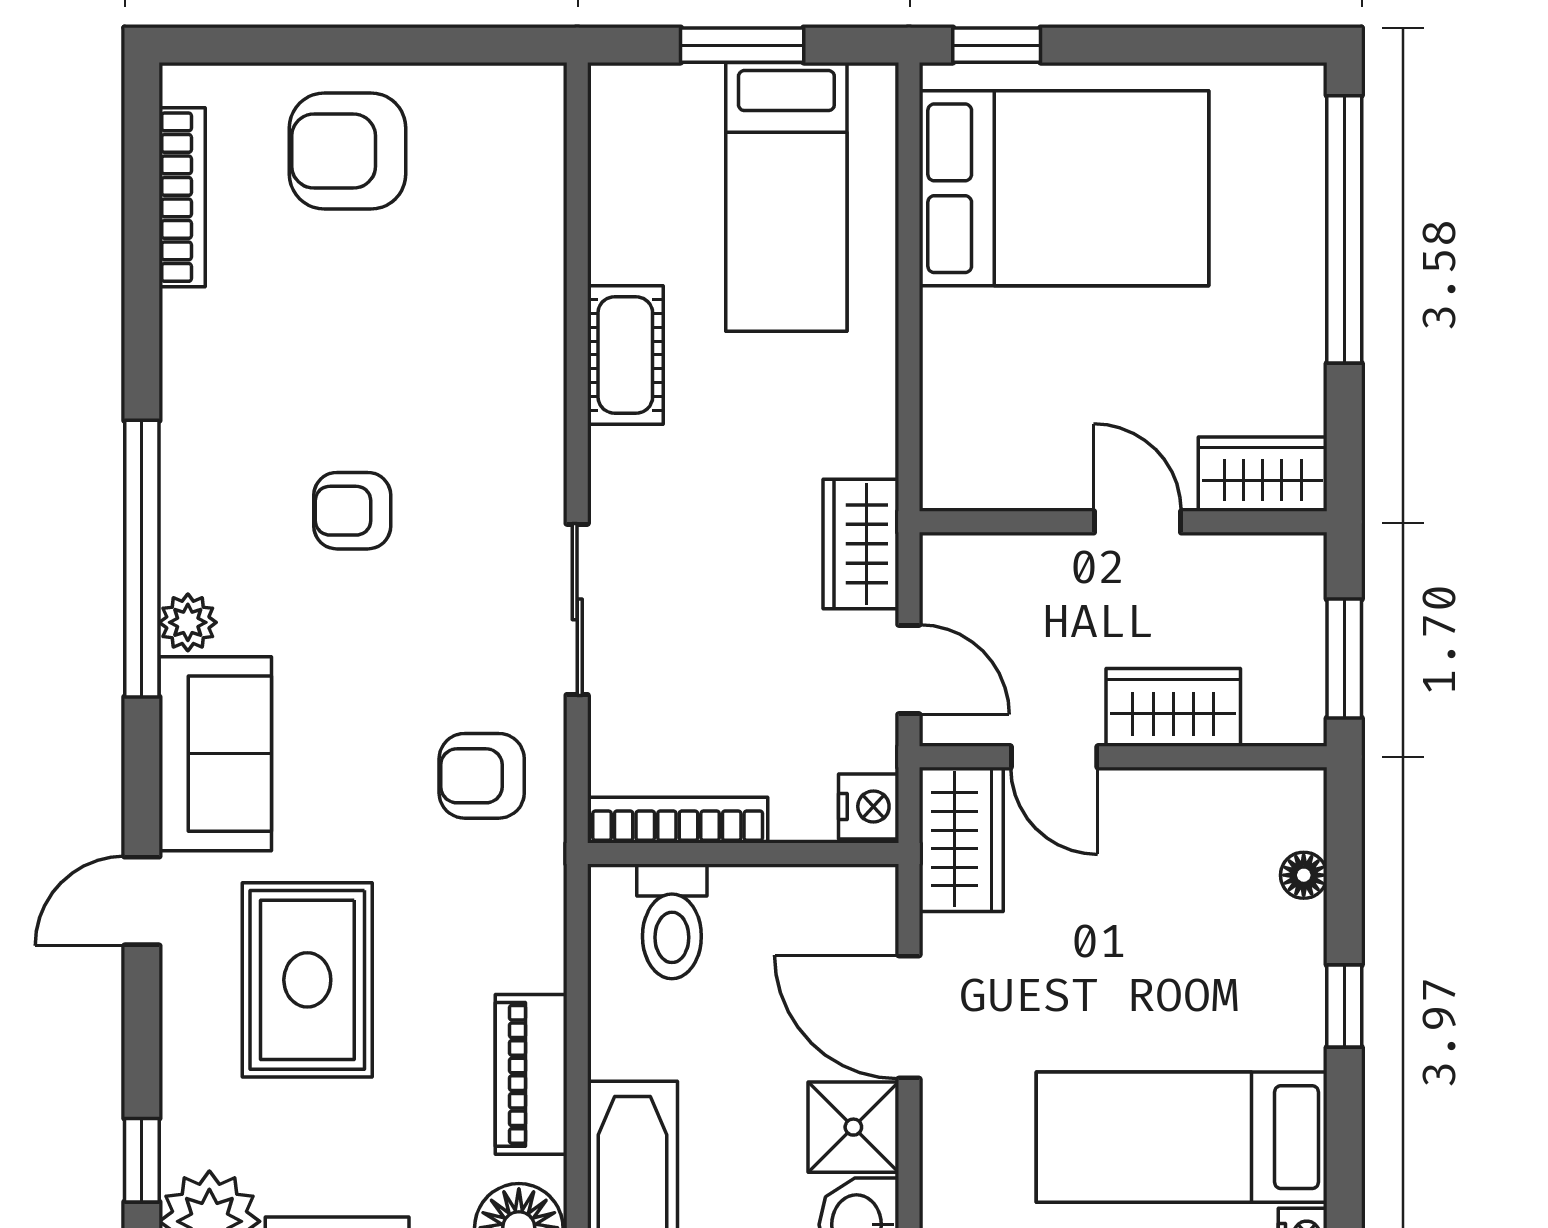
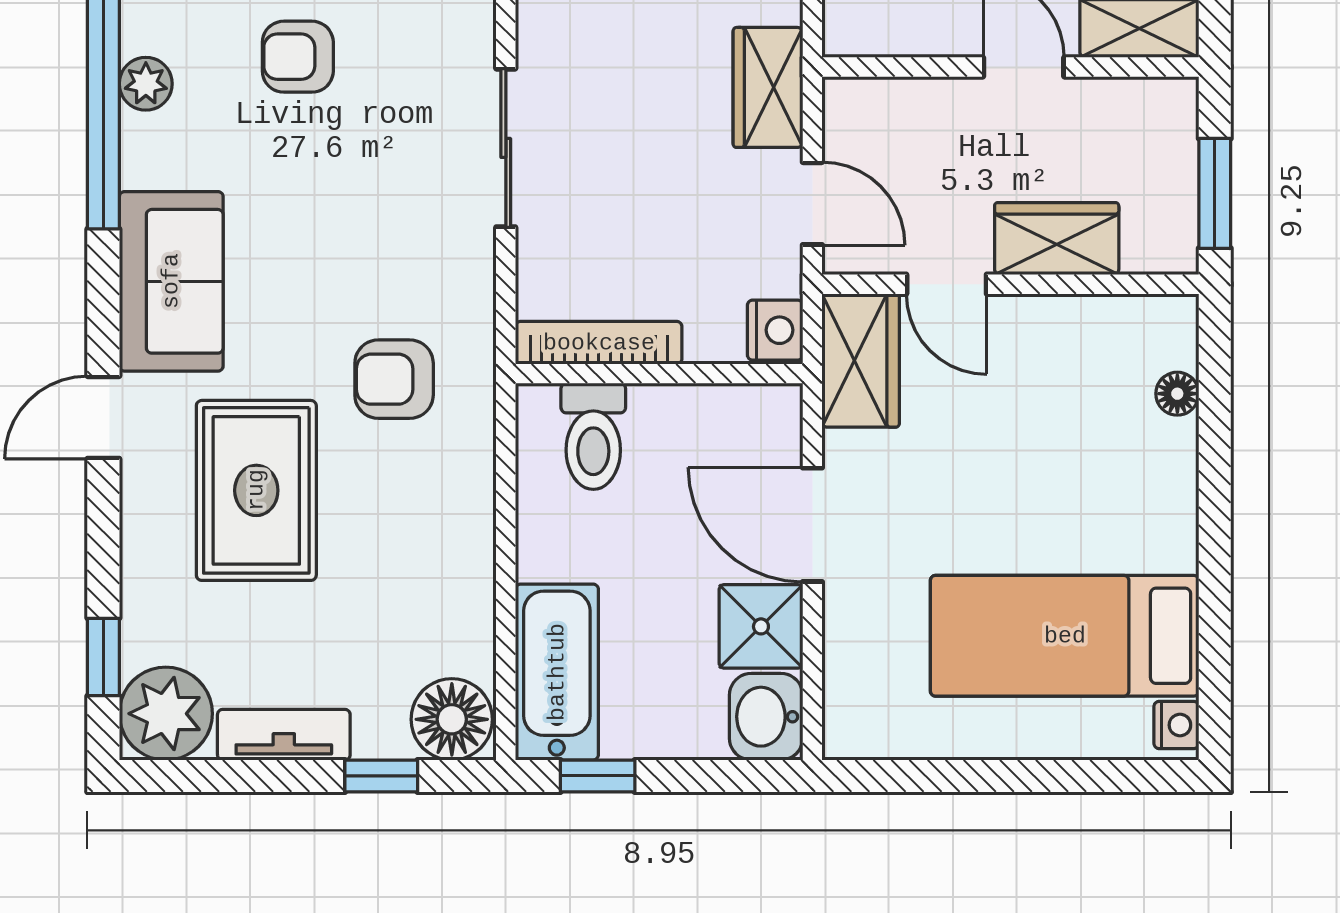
plant: (188, 622) -> (146, 84), moved
armchair: (482, 776) -> (394, 379), moved
window: (1344, 1006) -> (1215, 515), removed
piano: (531, 1074) -> (463, 578), removed

